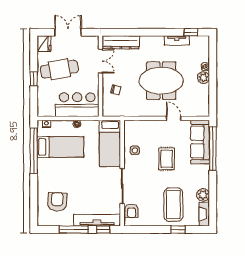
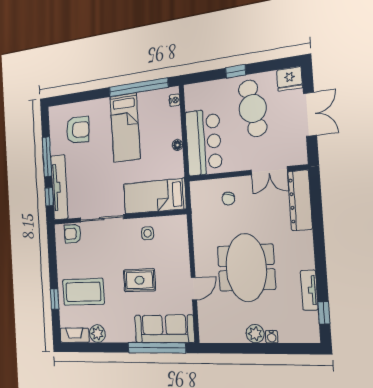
bed: (60, 147) -> (125, 128), moved

